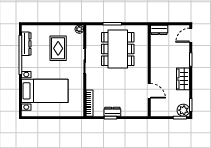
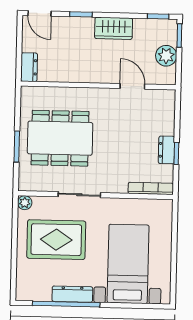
dresser: (26, 44) -> (72, 294), moved
rug: (58, 48) -> (56, 240), width x1.36, depth x1.43
door: (149, 91) -> (132, 86), hinge flipped
plant: (183, 110) -> (166, 56), moved

